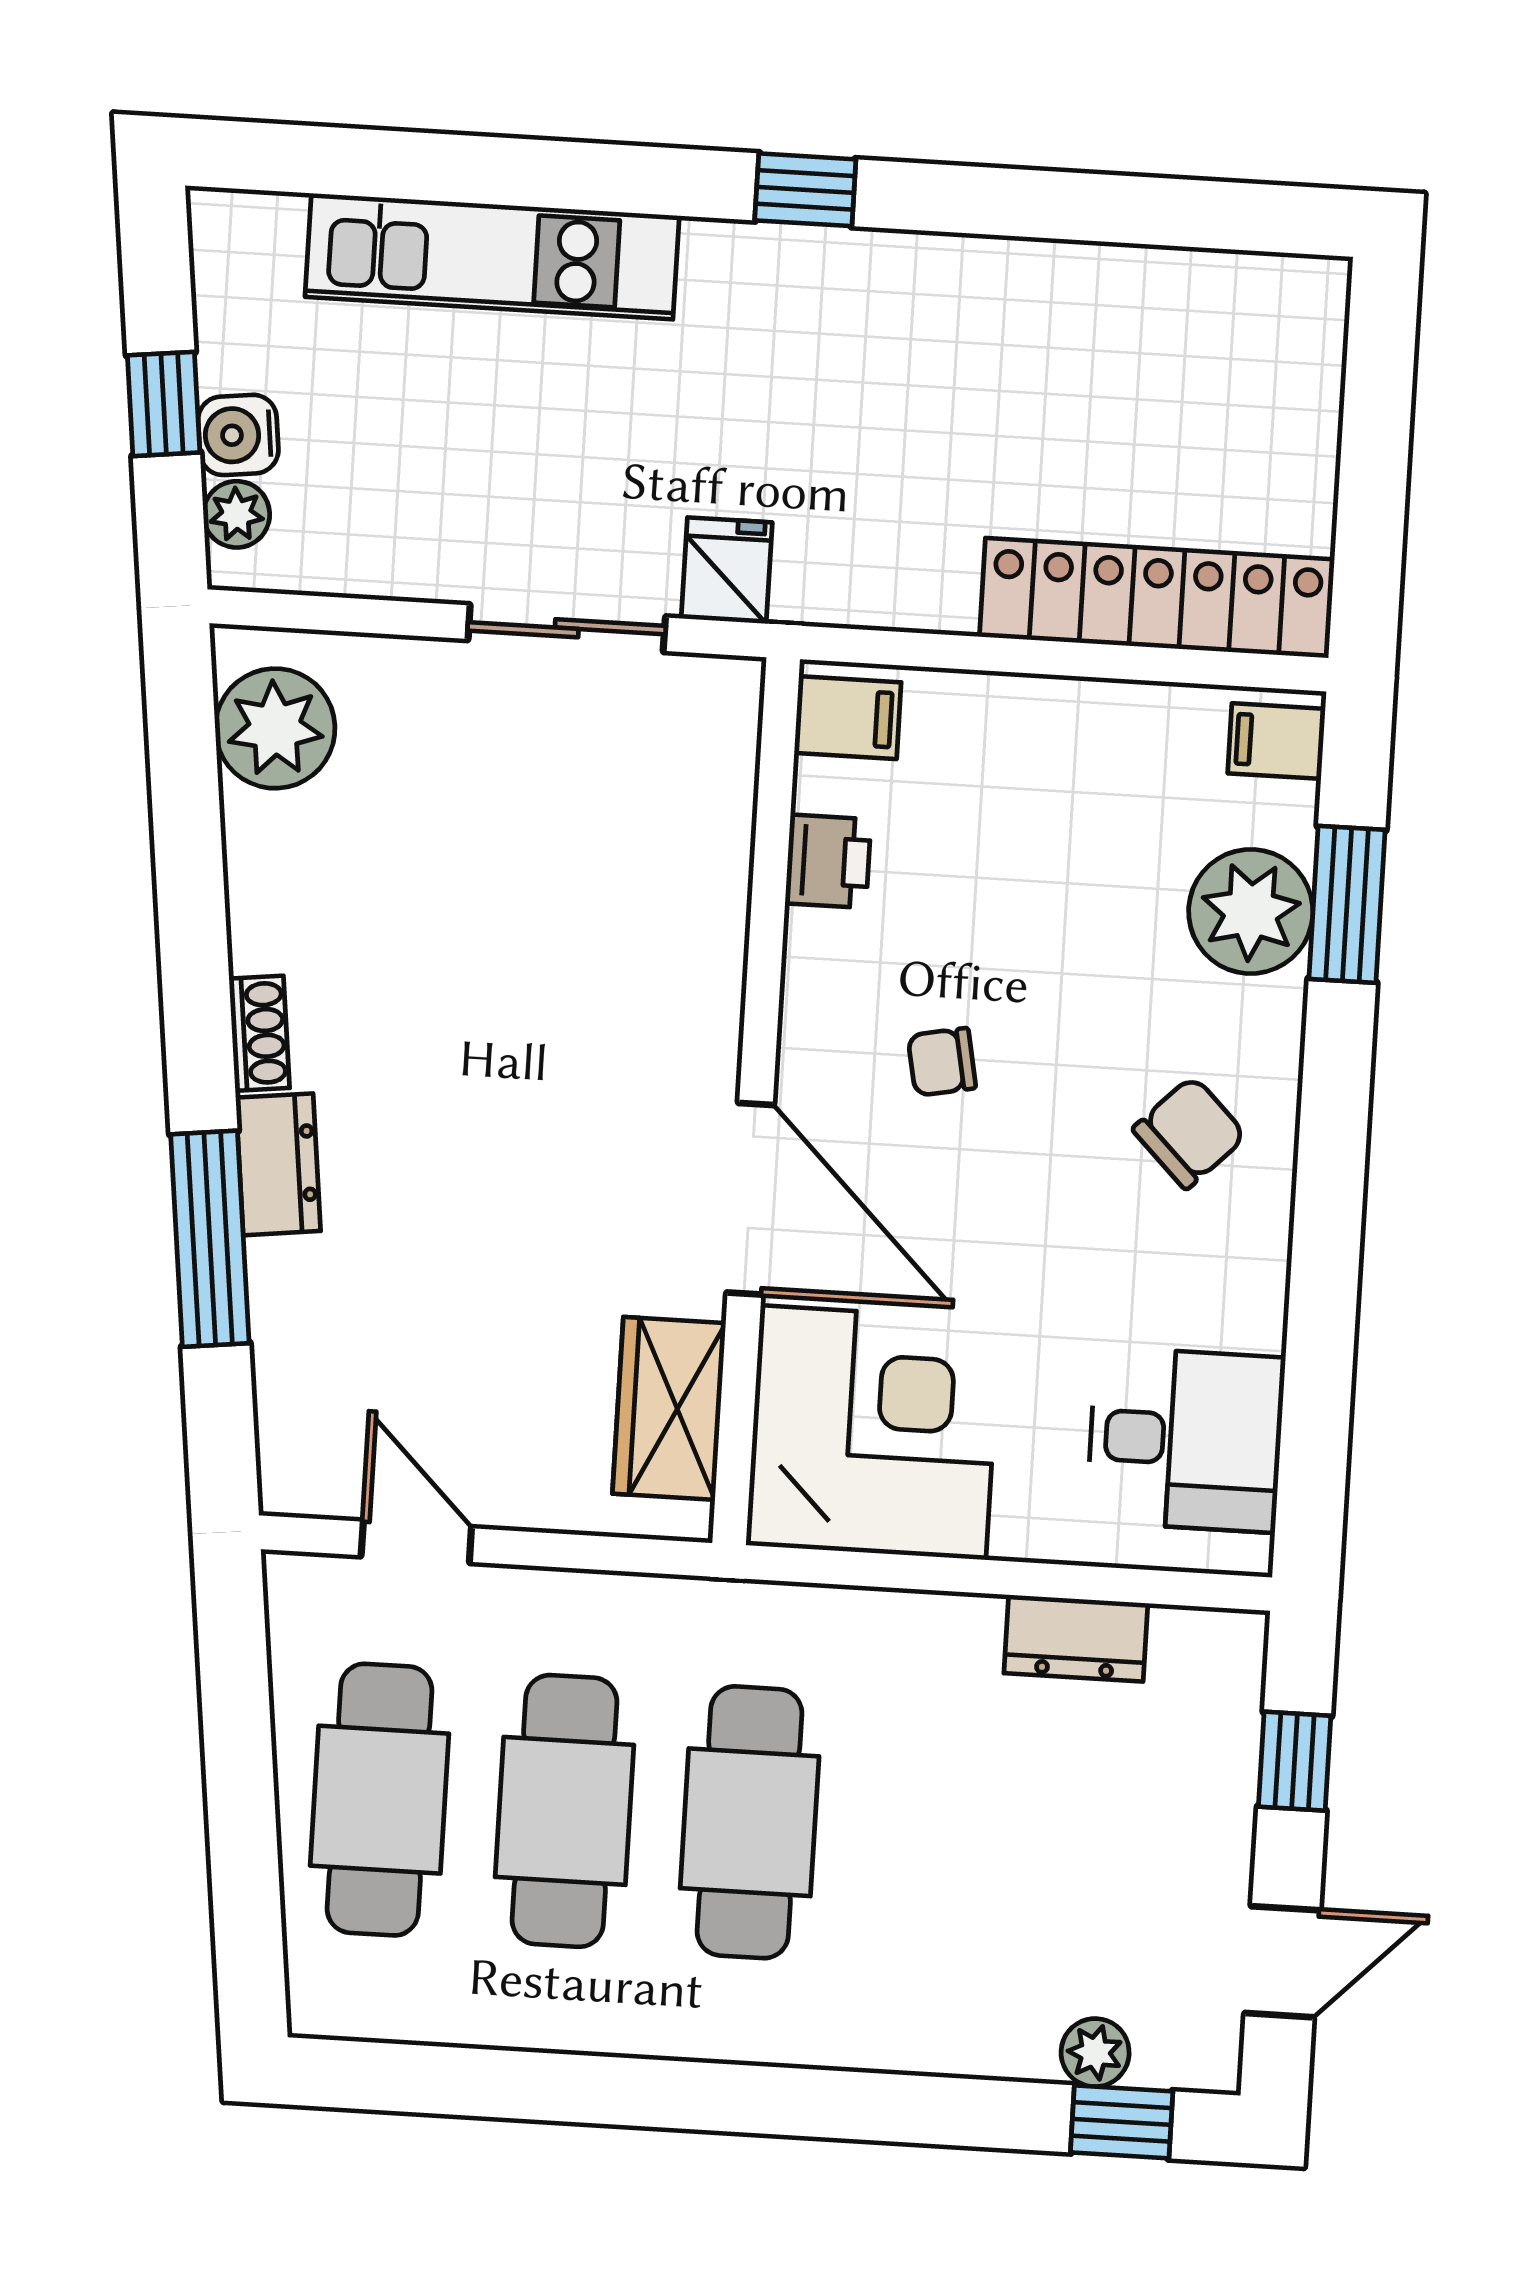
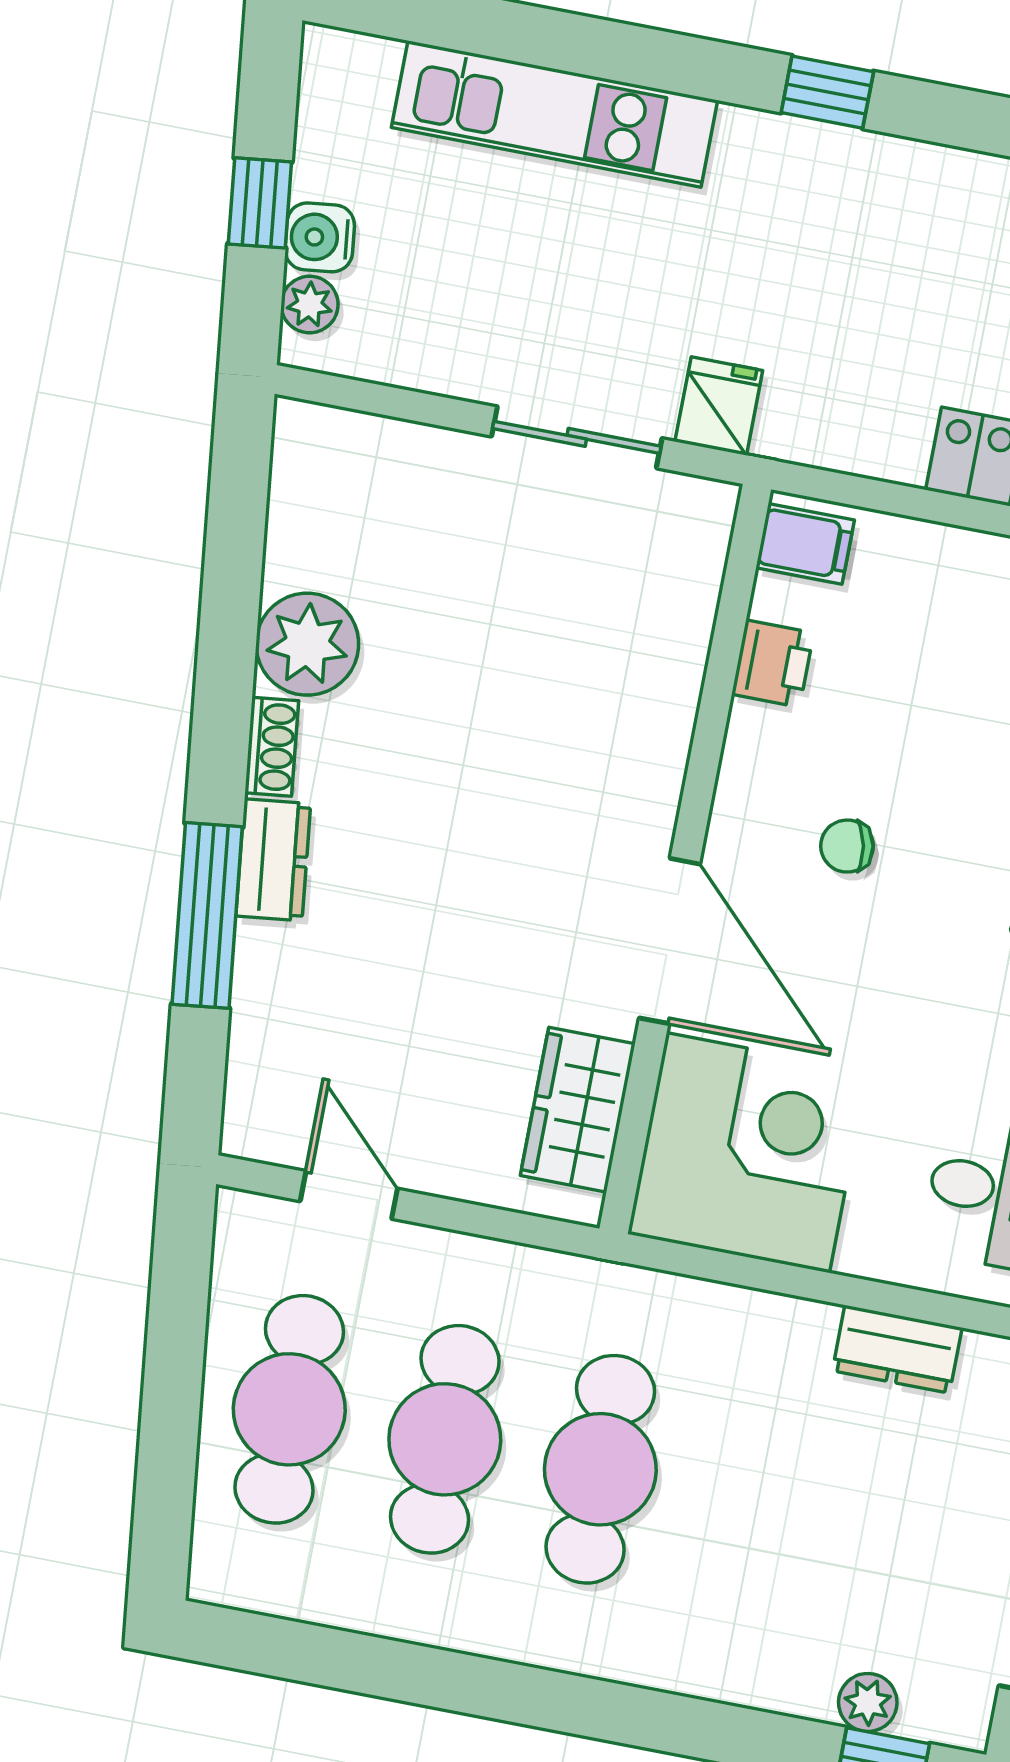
plant: (275, 728) -> (307, 644), moved

